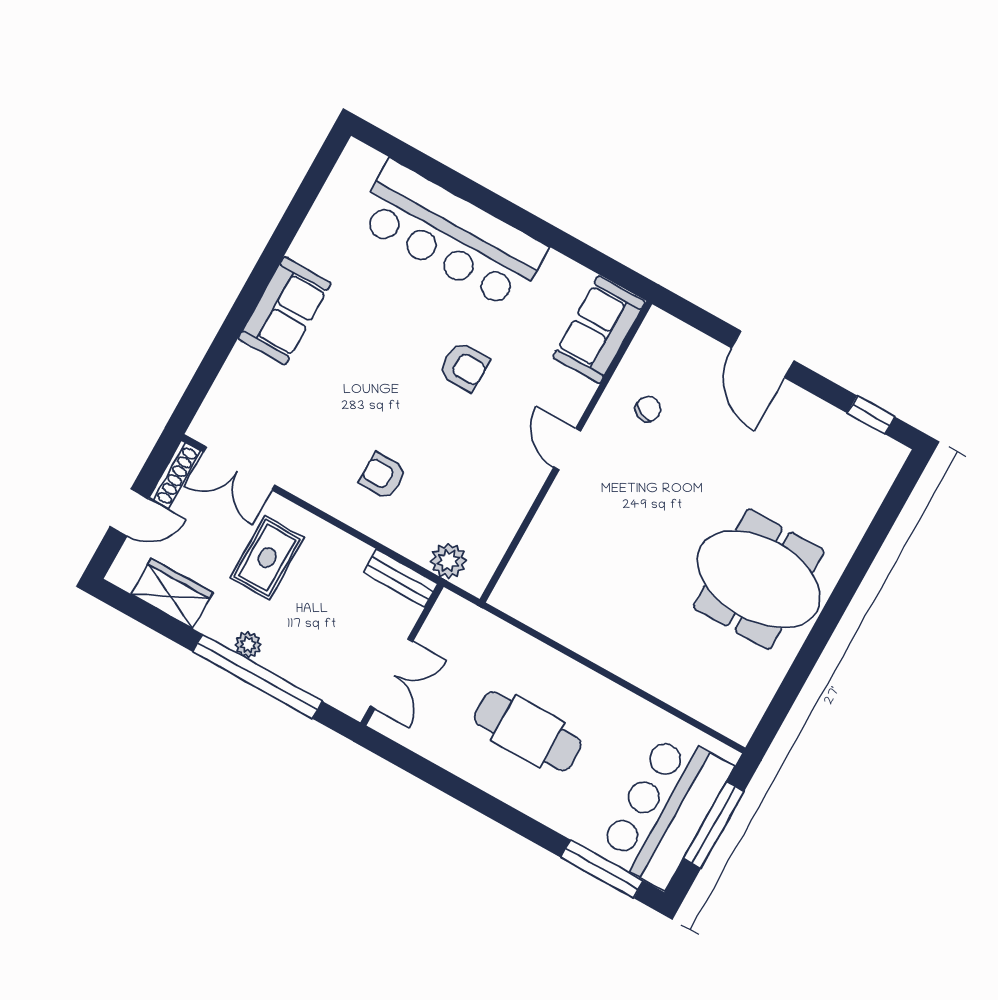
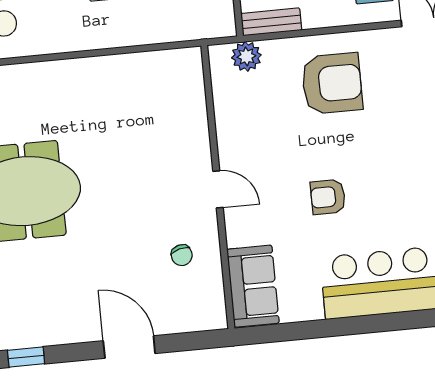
chair: (648, 409) -> (182, 255), turned -41
armchair: (383, 476) -> (332, 83), width x1.88, depth x1.88

